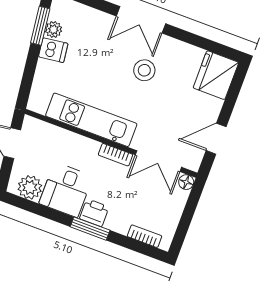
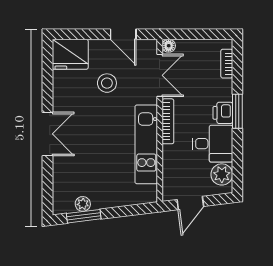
dishwasher: (53, 50) -> (100, 198), removed
stool: (144, 70) -> (107, 83), moved
bookcase: (115, 155) -> (168, 121), width x1.56

